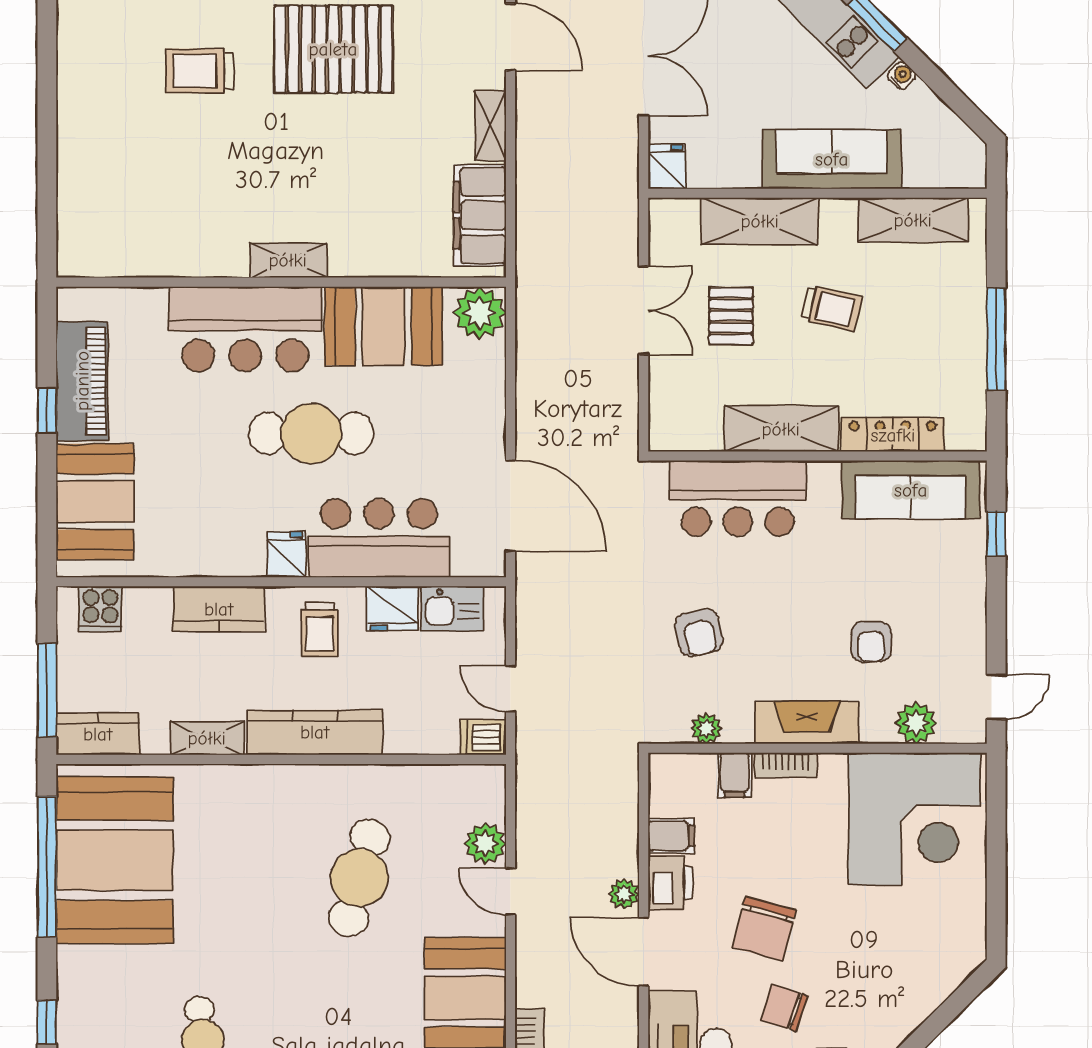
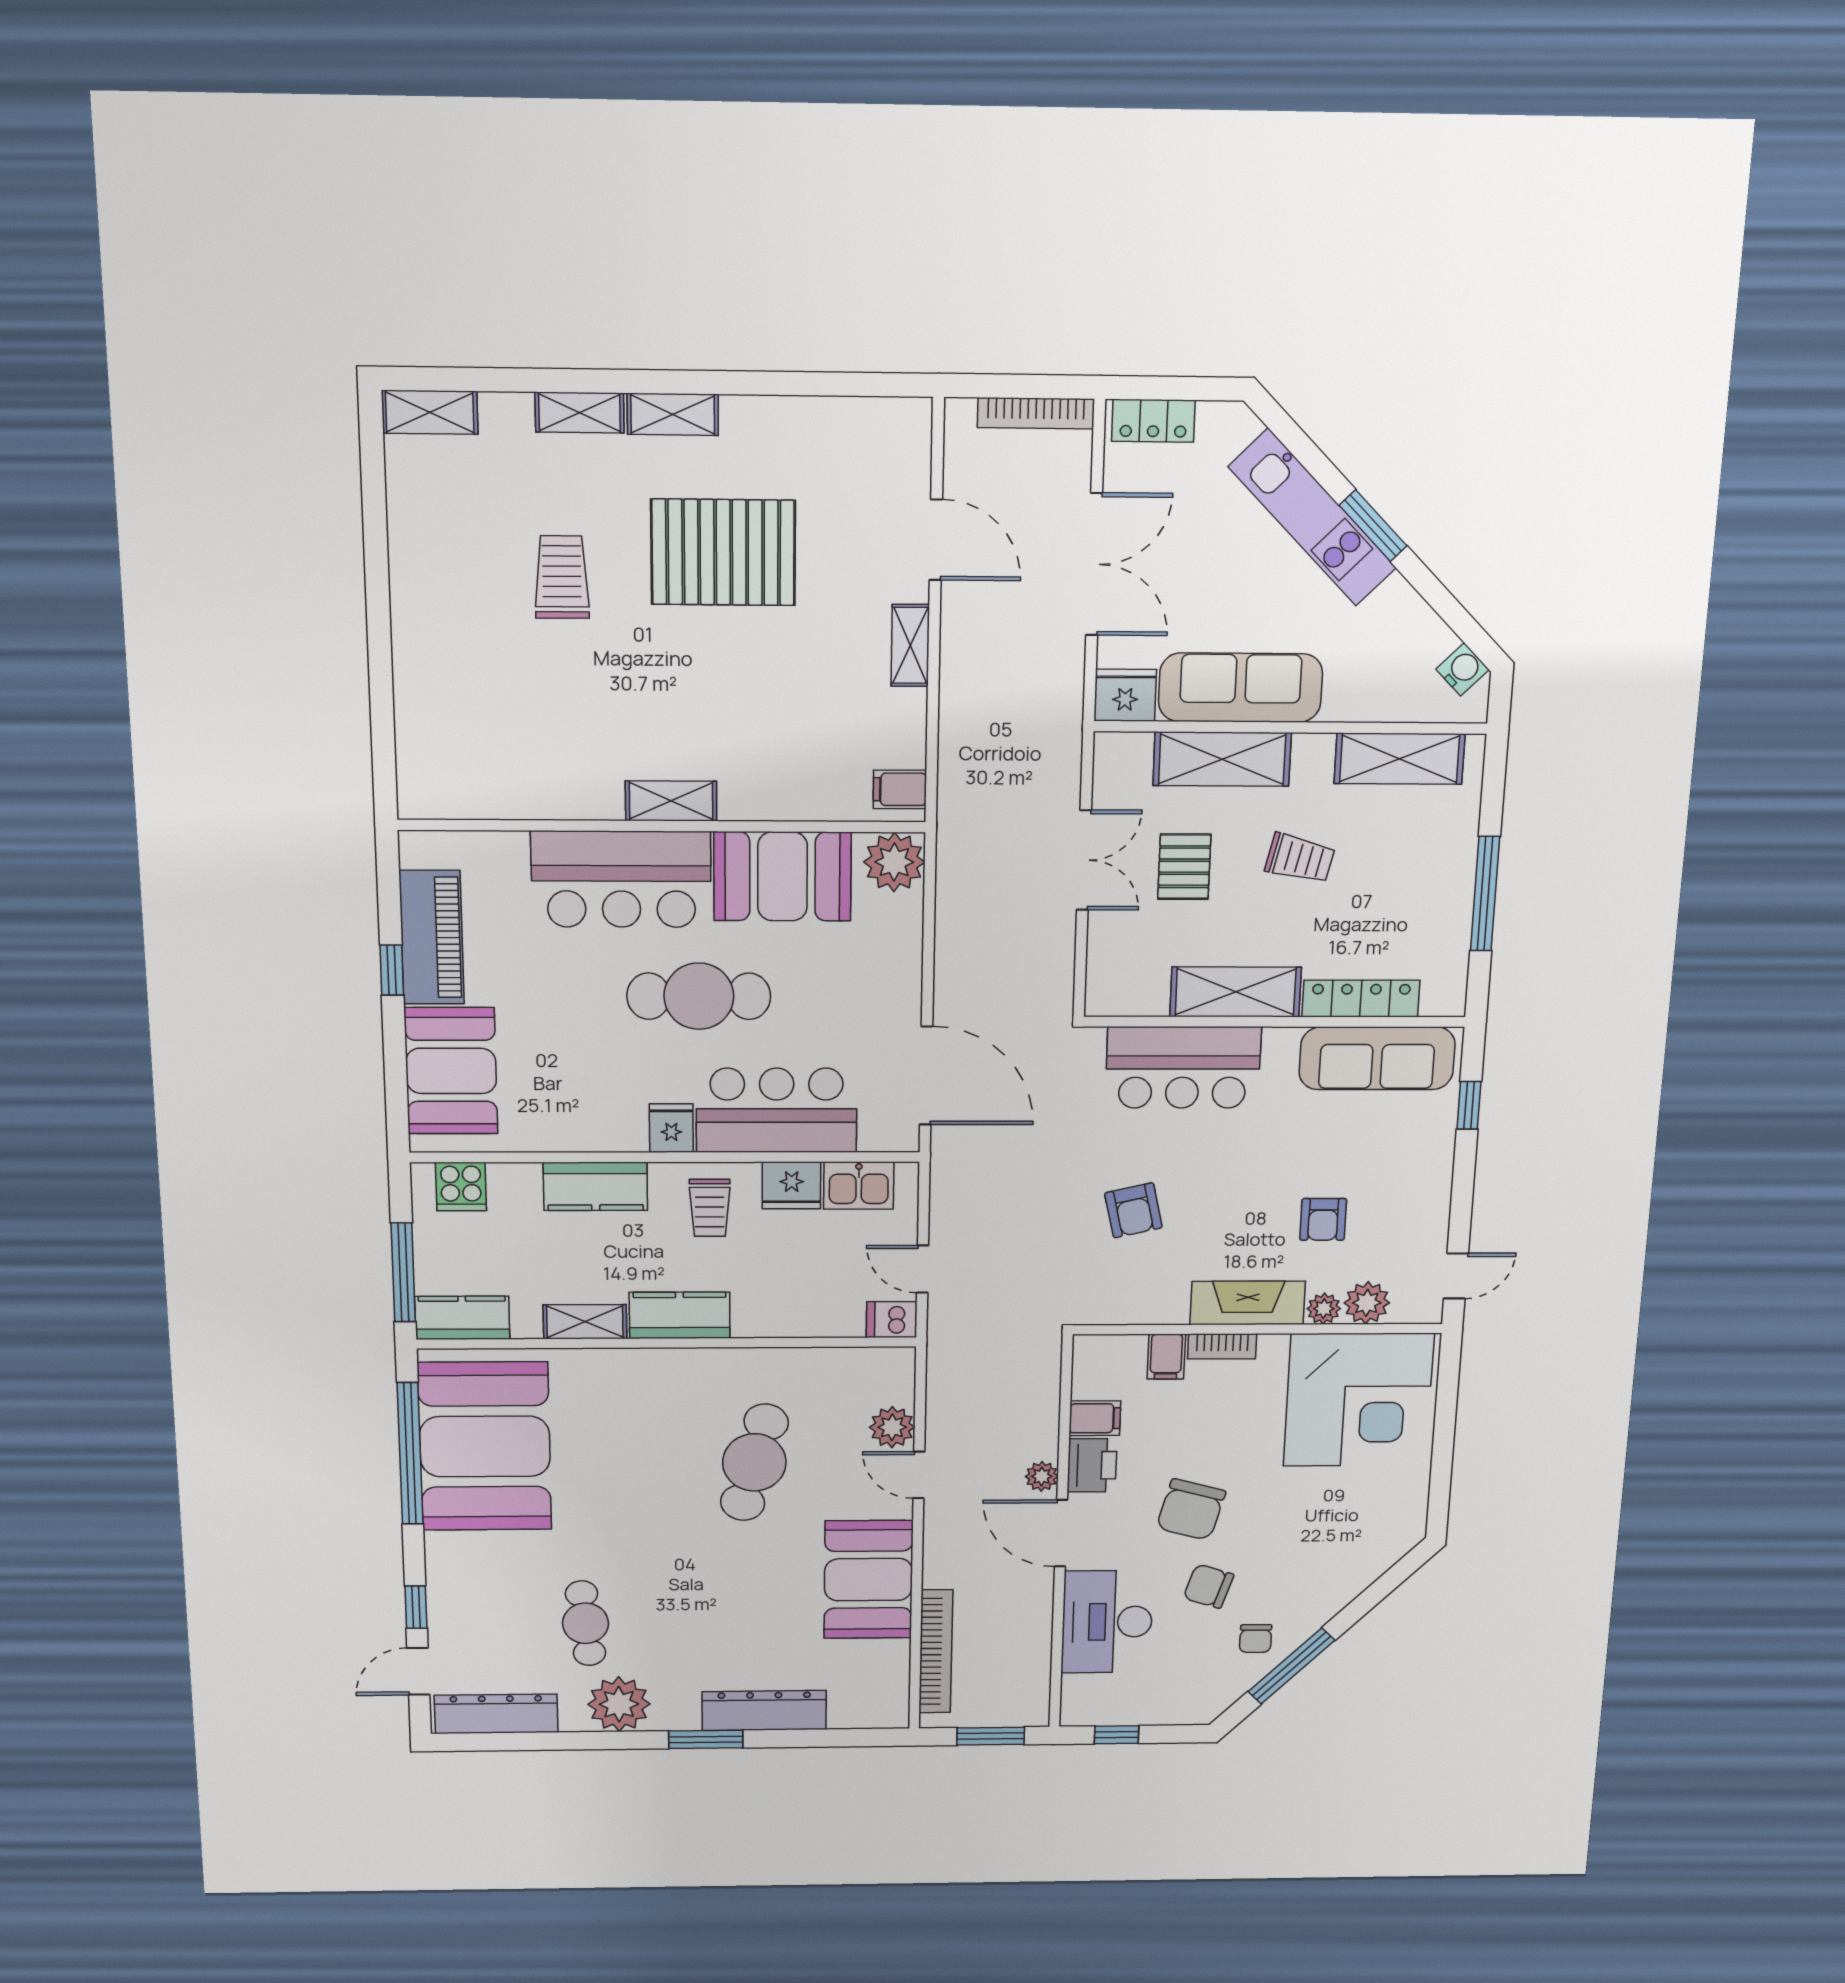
trolley: (199, 71) -> (562, 577), turned 90
water cooler: (902, 75) -> (1462, 669), moved, width x1.38, depth x1.38
sofa: (832, 159) -> (1240, 688), moved
fridge: (667, 167) -> (1125, 695), width x1.38
filing cabinet: (480, 215) -> (900, 789), width x0.33, depth x0.86
plant: (706, 728) -> (1324, 1309), moved
kitchen counter: (315, 732) -> (680, 1315), width x0.67

